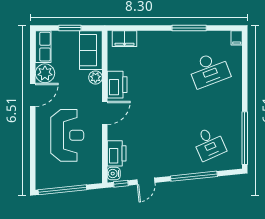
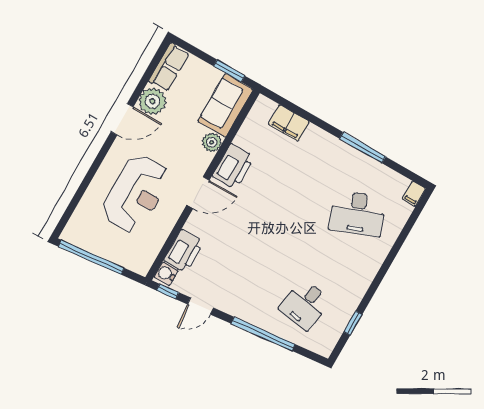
window: (70, 28) -> (229, 71), moved
filing cabinet: (124, 39) -> (289, 123), moved
window: (245, 138) -> (353, 323), width x0.32
desk: (209, 144) -> (305, 304), turned 33

